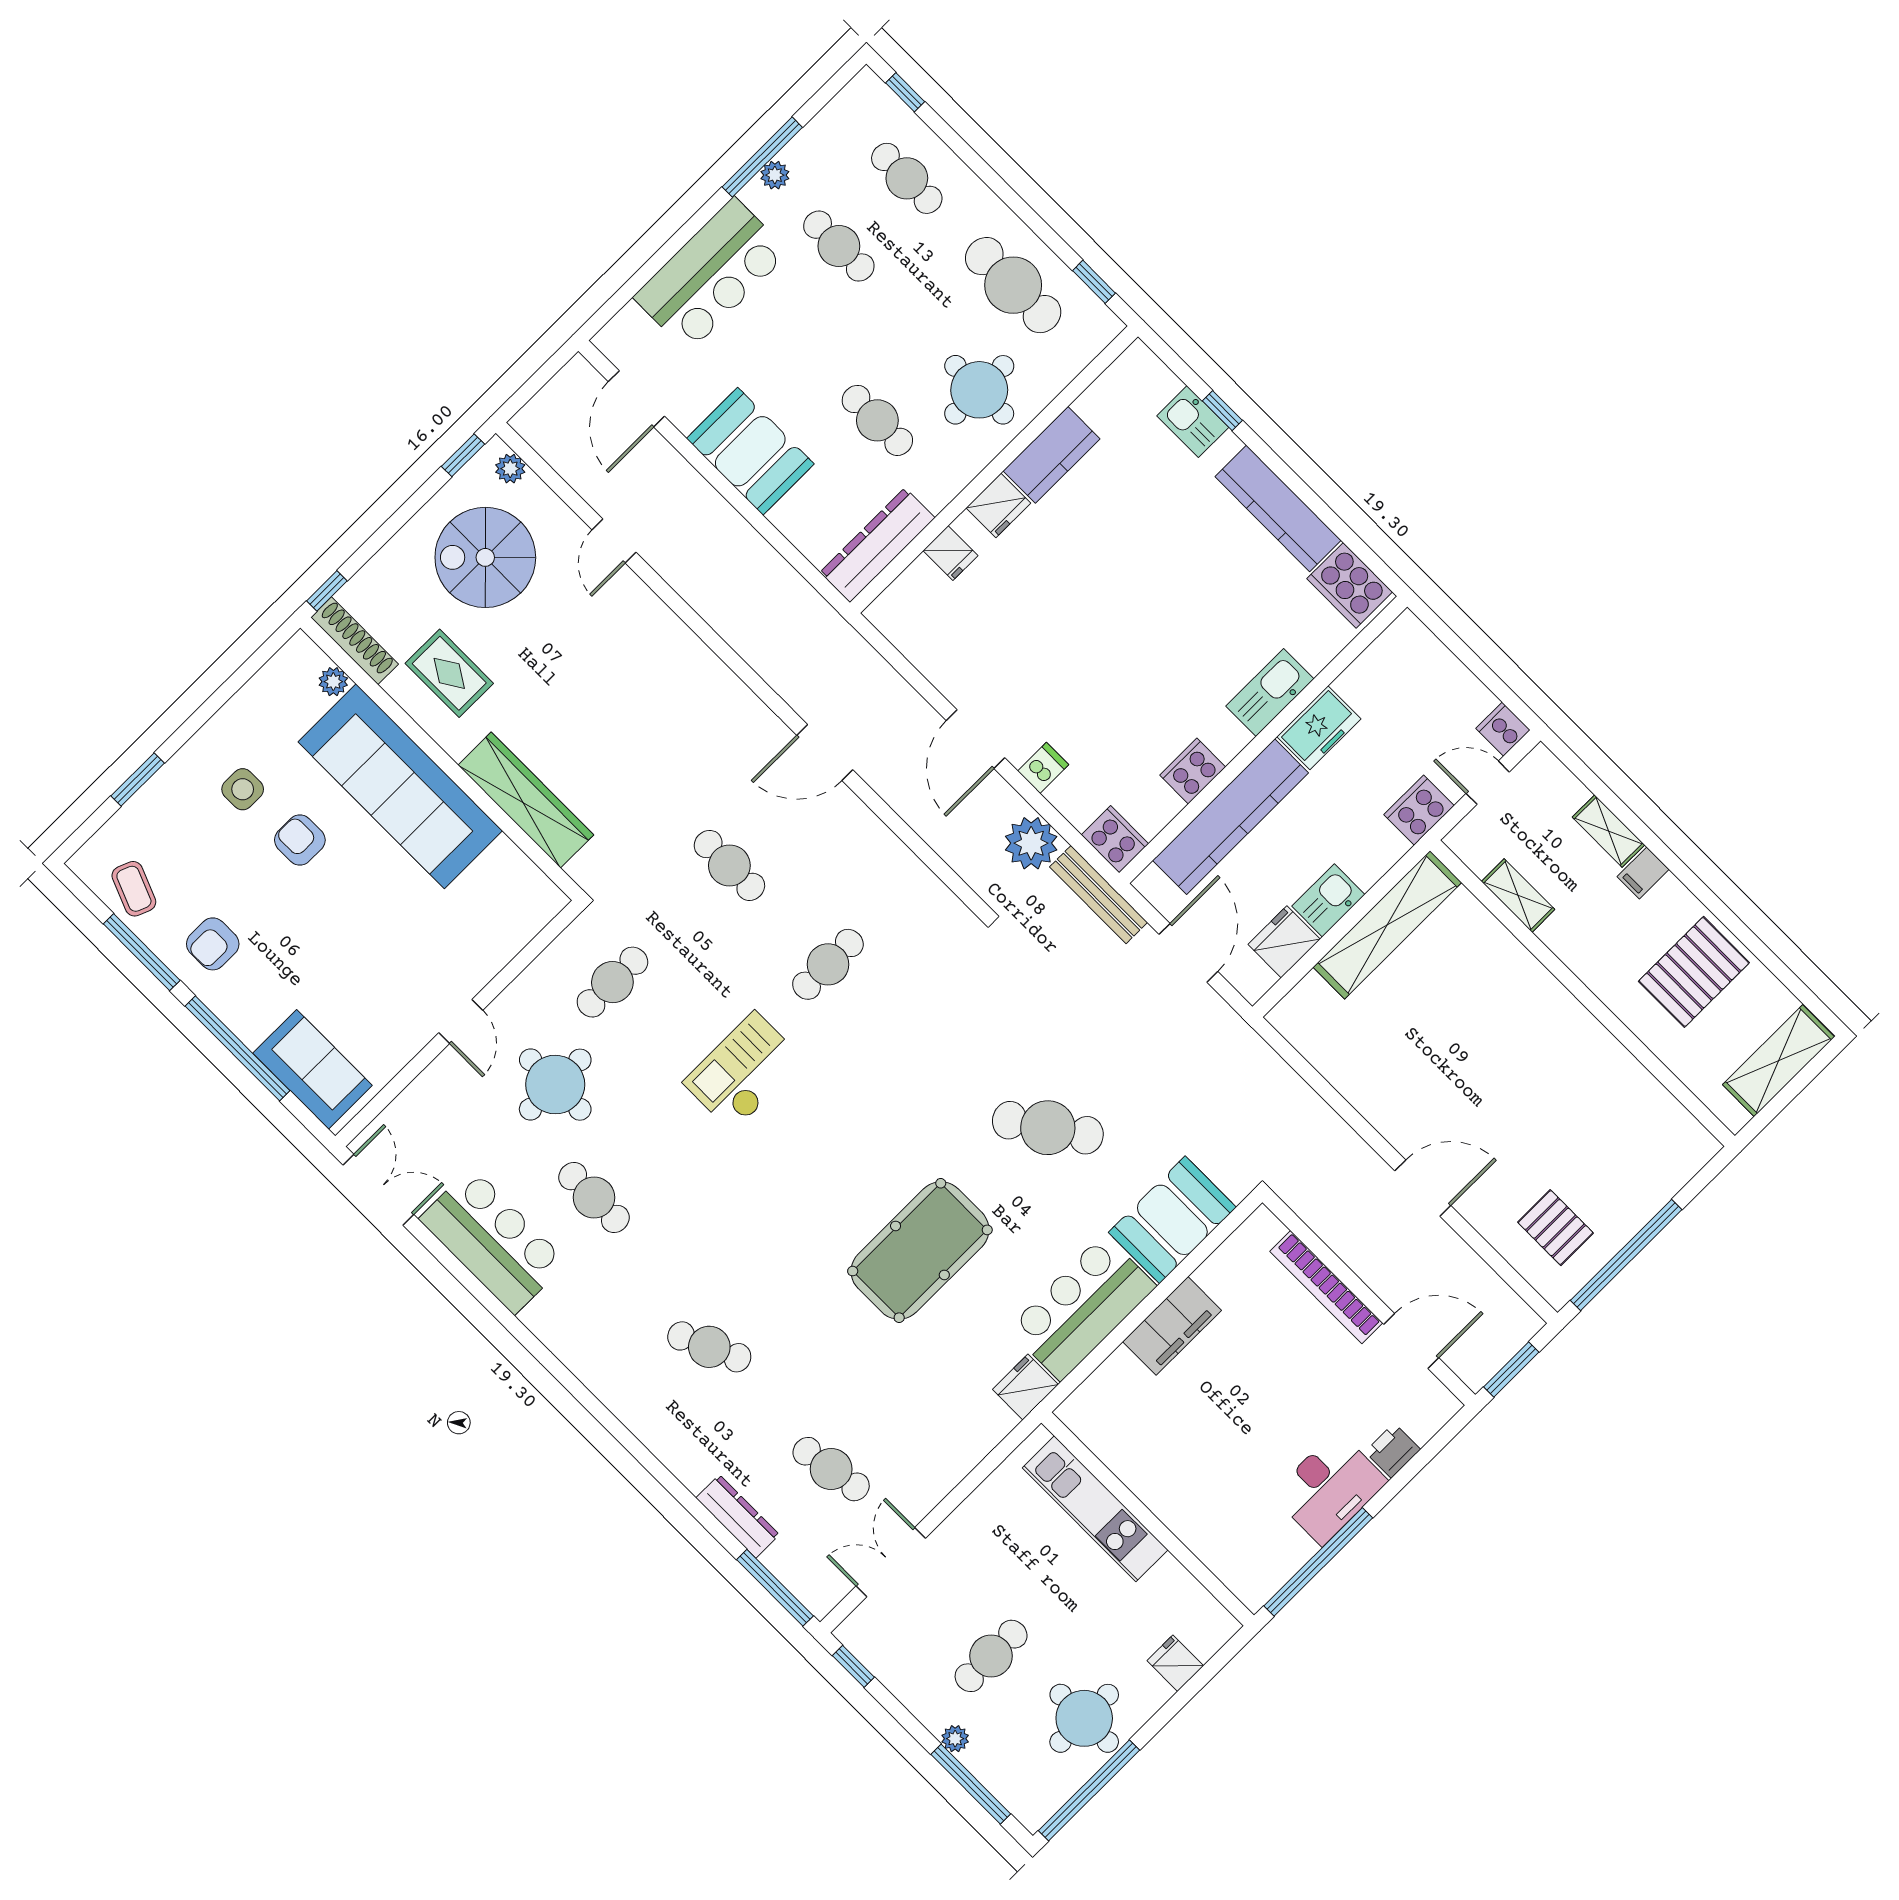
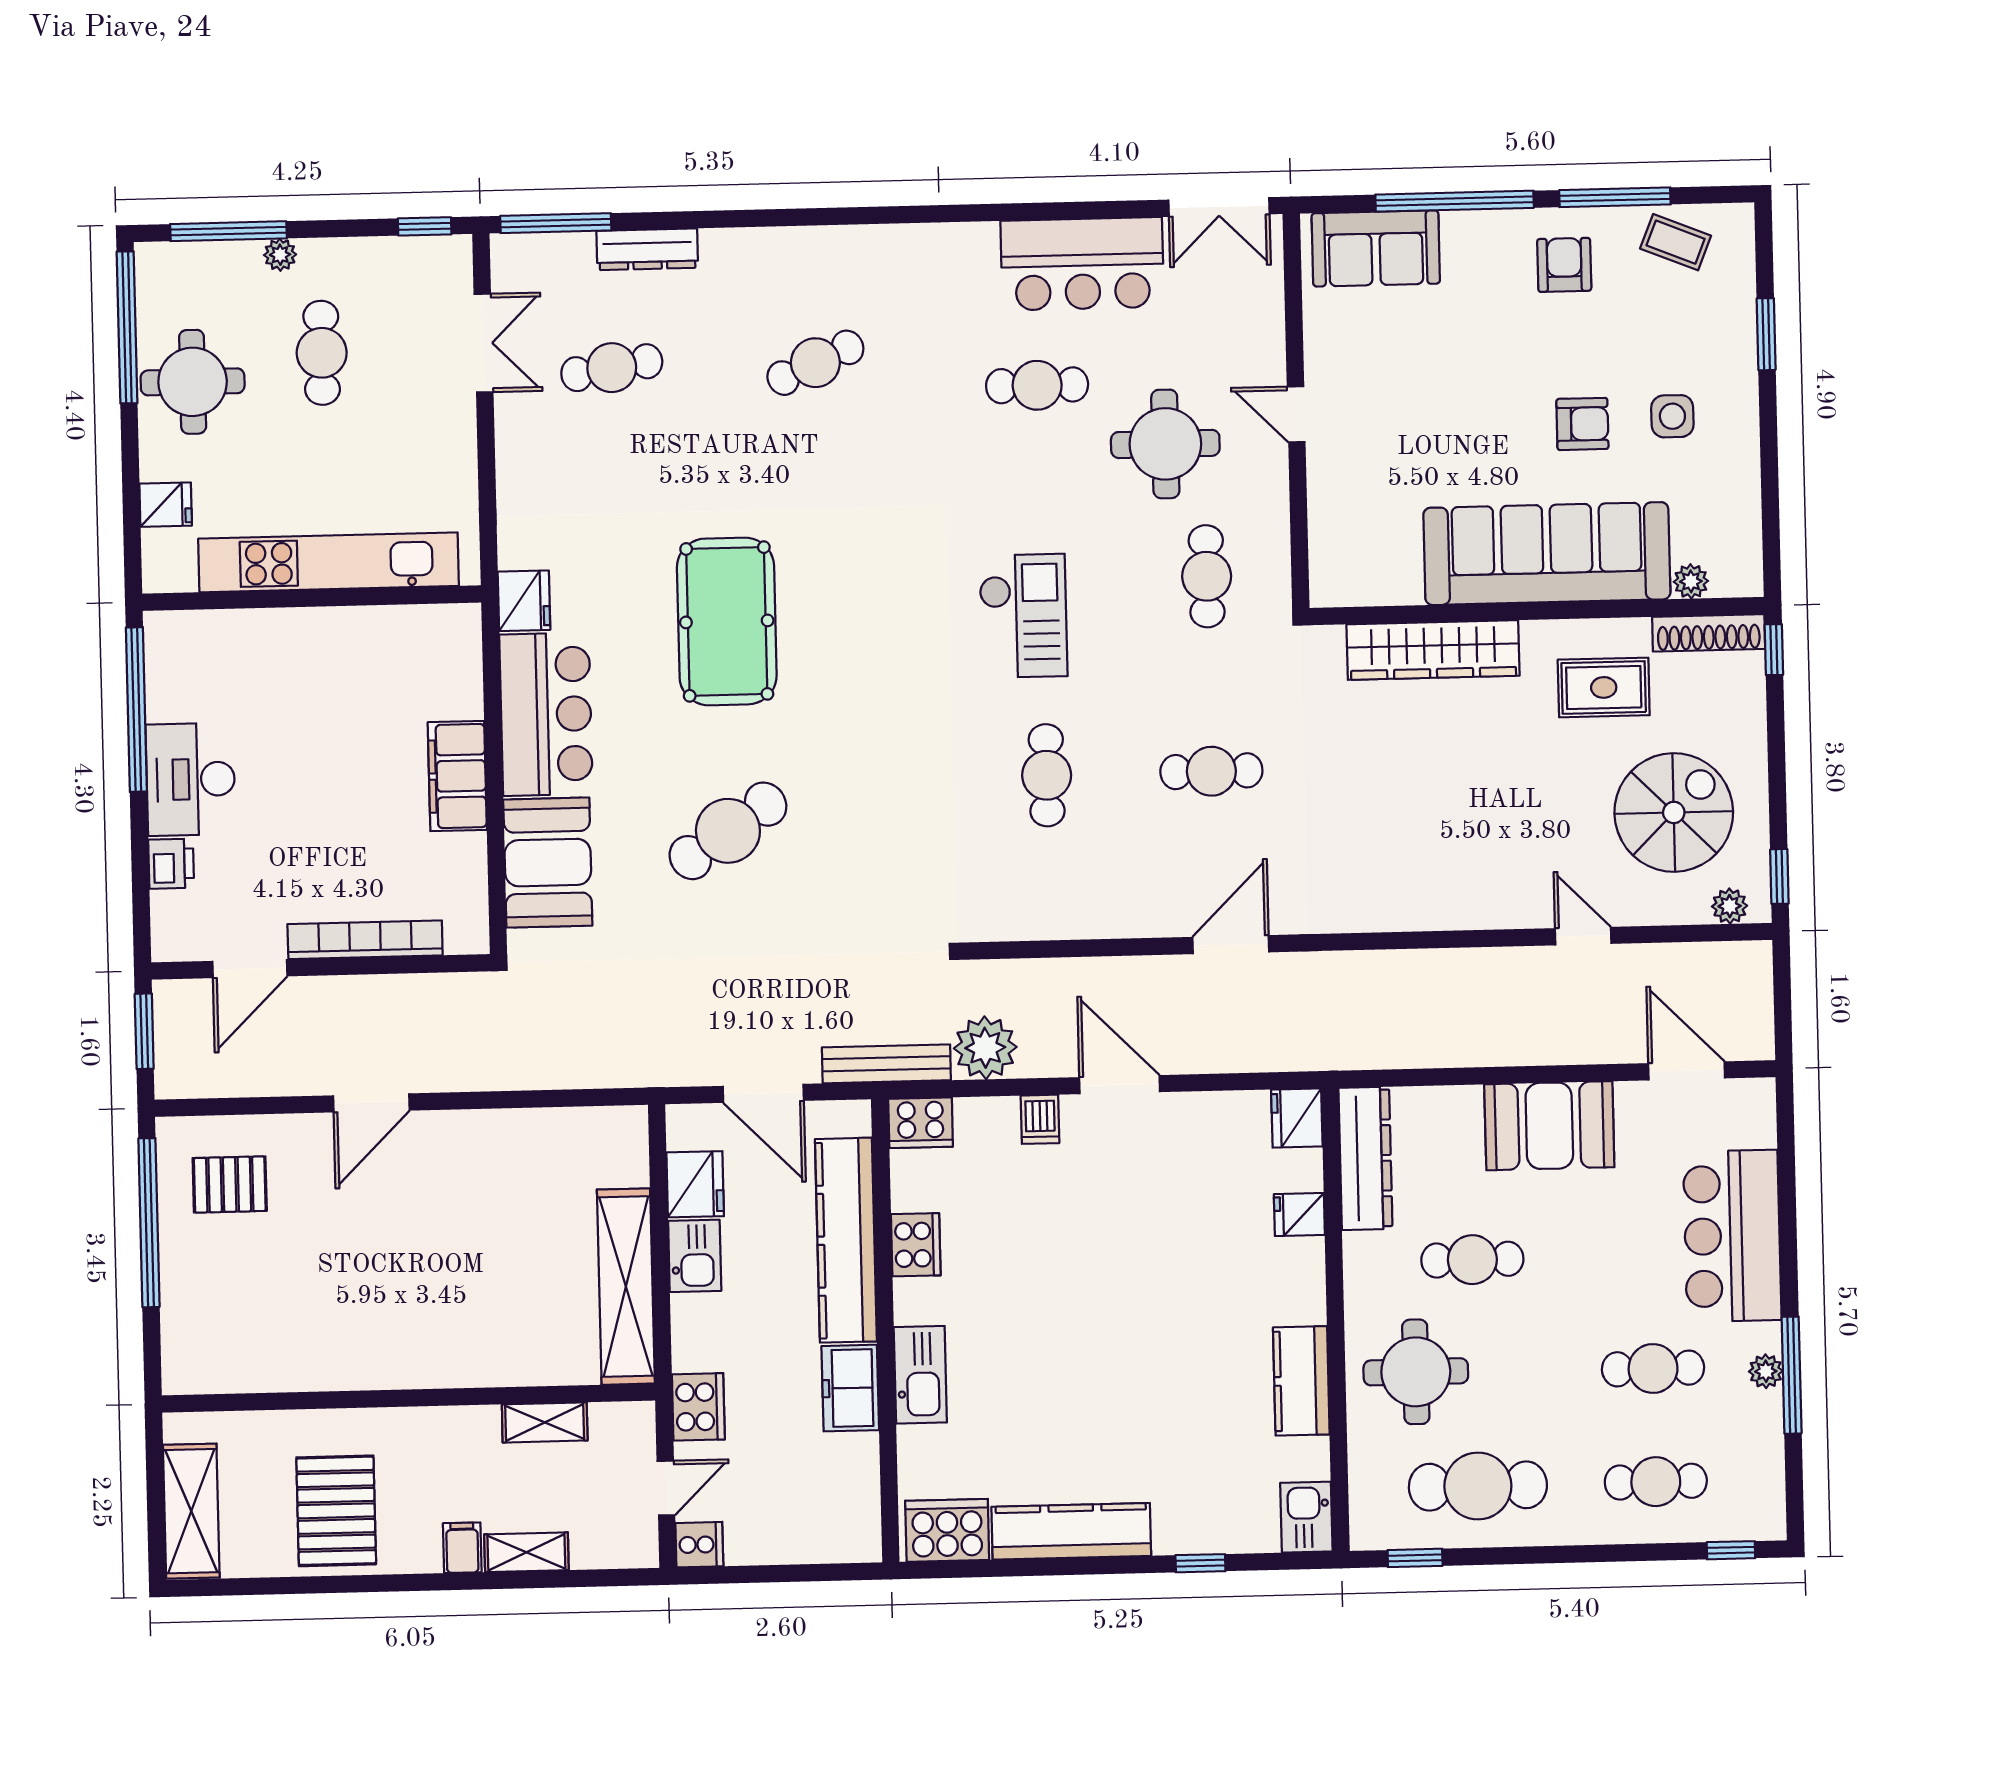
kitchen sink: (1193, 422) -> (1306, 1517), moved, turned -90
fridge: (998, 505) -> (1297, 1118), moved
kitchen unit: (1095, 1509) -> (329, 562), width x1.36

